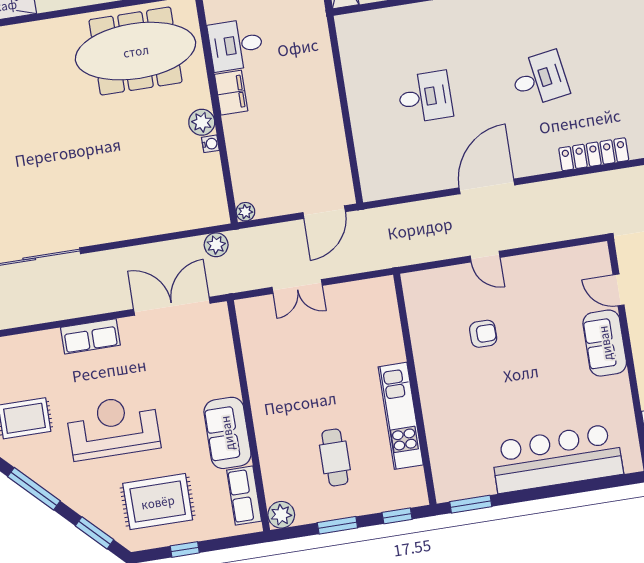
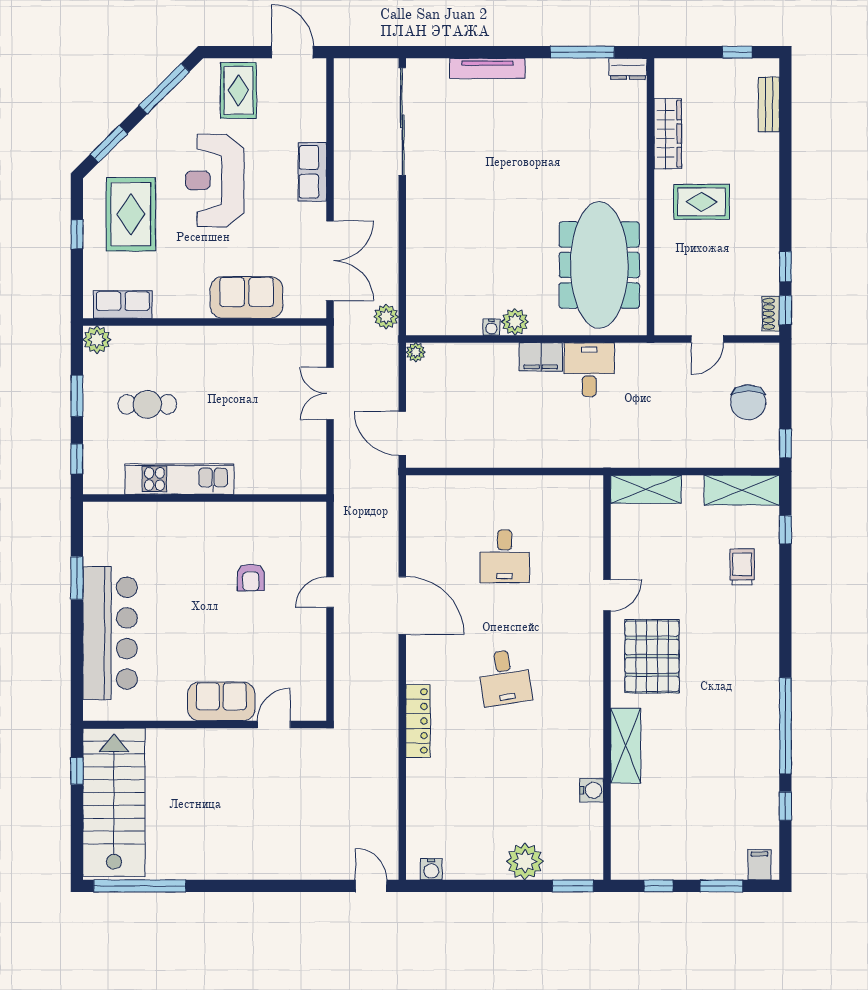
reception desk: (113, 427) -> (215, 180), turned 180
sofa: (227, 433) -> (247, 297), moved
window: (471, 504) -> (77, 578), moved

